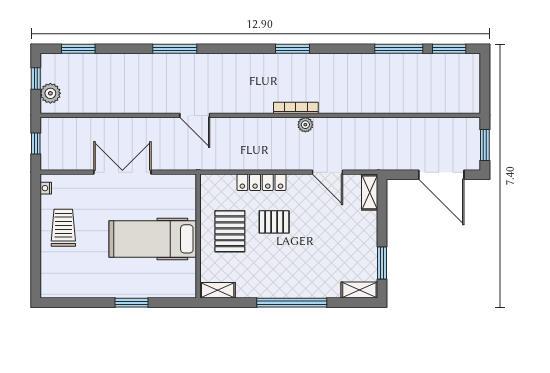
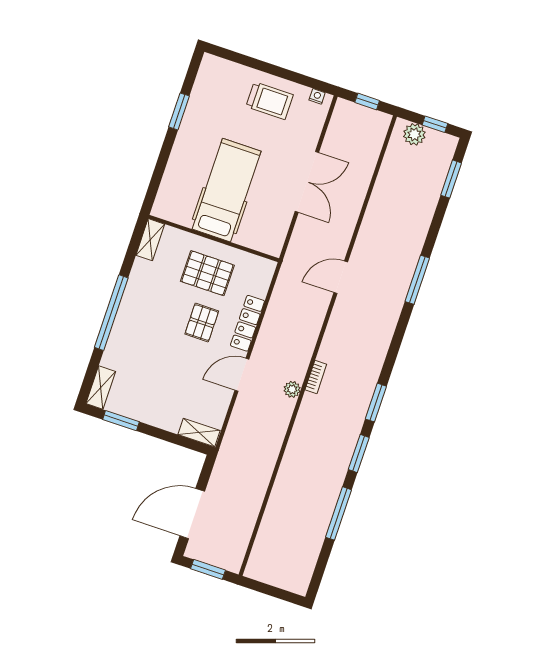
window: (449, 49) -> (359, 453), moved
bookcase: (296, 108) -> (316, 377), width x0.64
door: (327, 172) -> (242, 375), moved
window: (131, 303) -> (179, 111), moved

